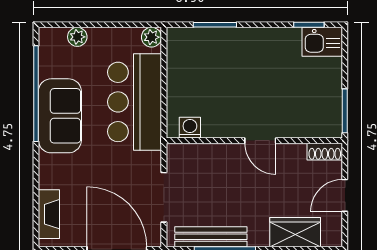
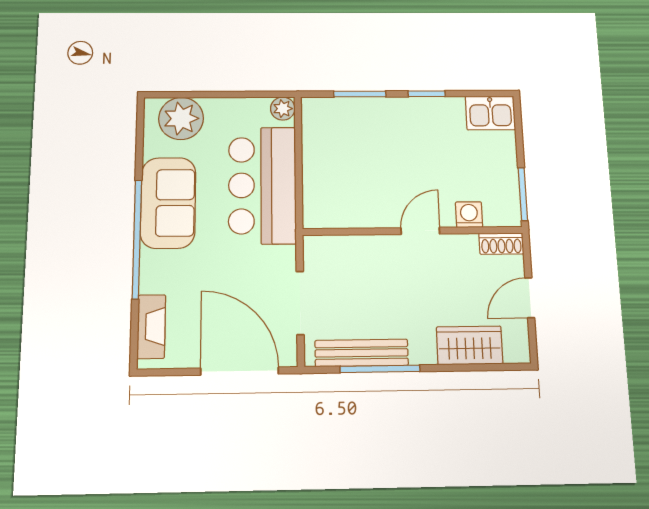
window: (309, 25) -> (427, 94), moved
plant: (77, 37) -> (181, 118), width x1.88, depth x1.88
window: (36, 94) -> (137, 239), moved
washing machine: (190, 128) -> (469, 215), moved
door: (260, 141) -> (420, 231), swing flipped

